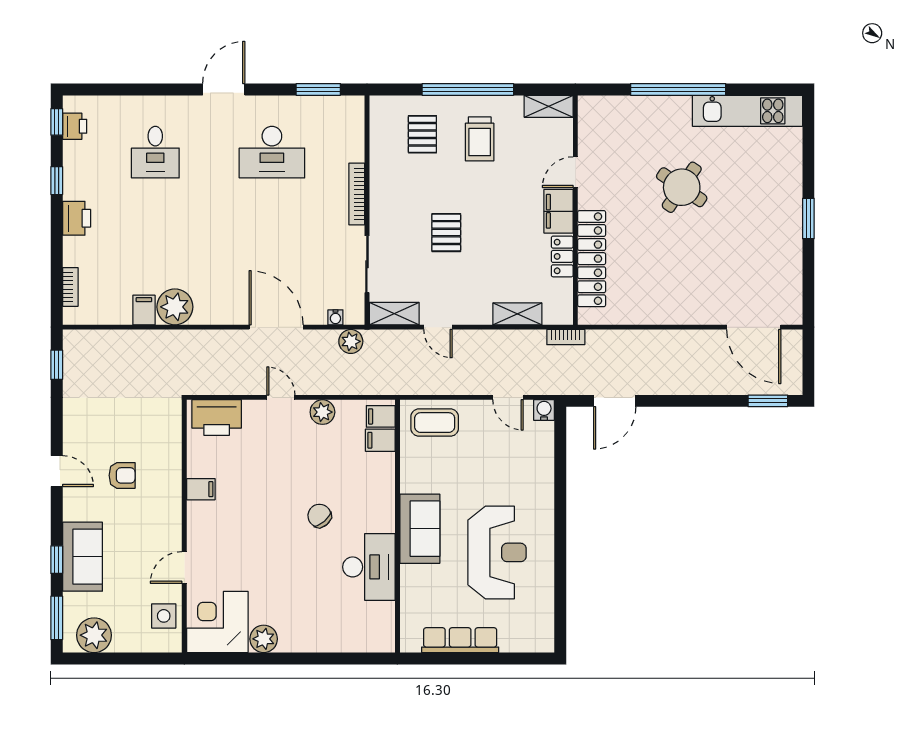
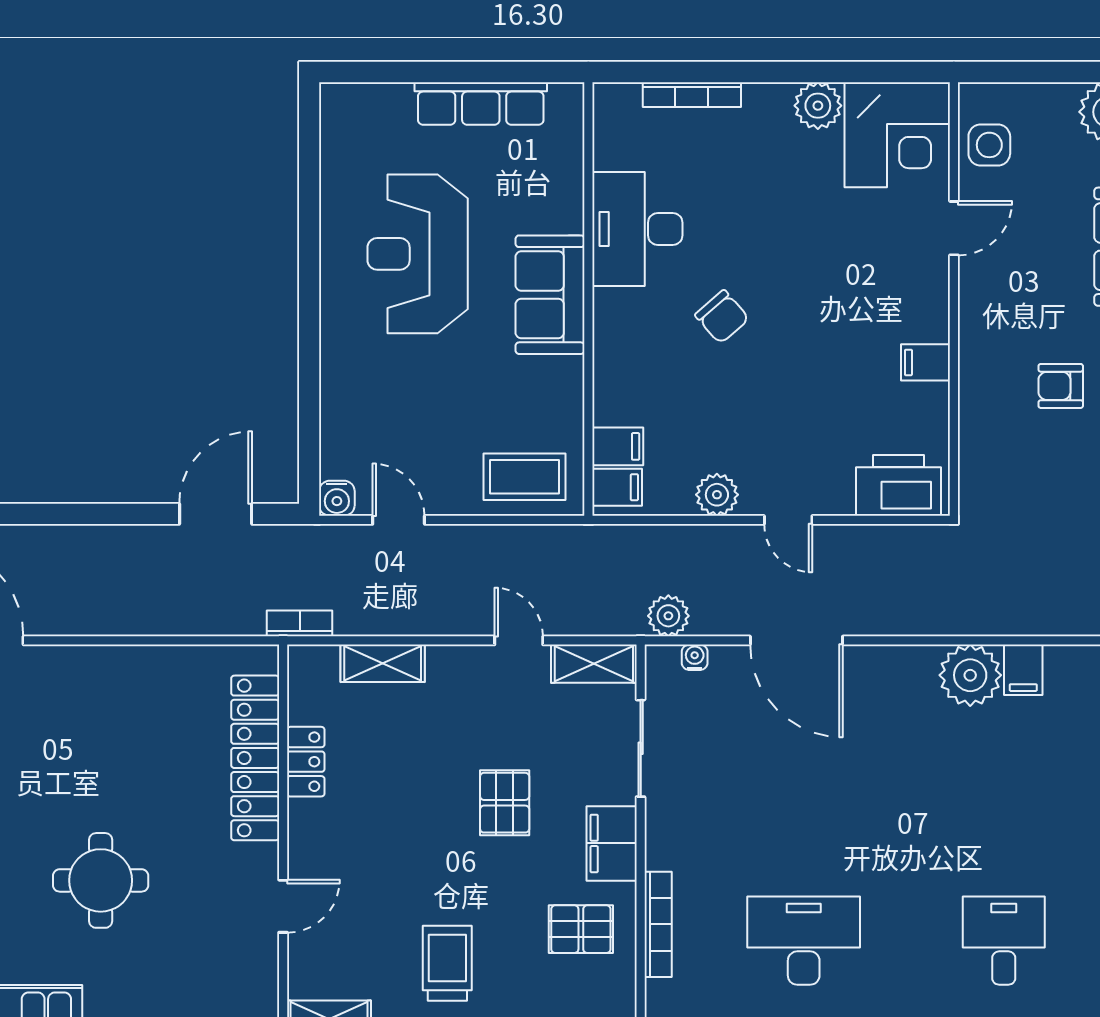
pallet: (422, 134) -> (581, 929), moved, turned 90
round table: (682, 187) -> (101, 880), turned -34
bookcase: (357, 194) -> (658, 924), moved
filing cabinet: (558, 211) -> (612, 843), moved, turned 180
bookcase: (337, 645) -> (692, 95), added

